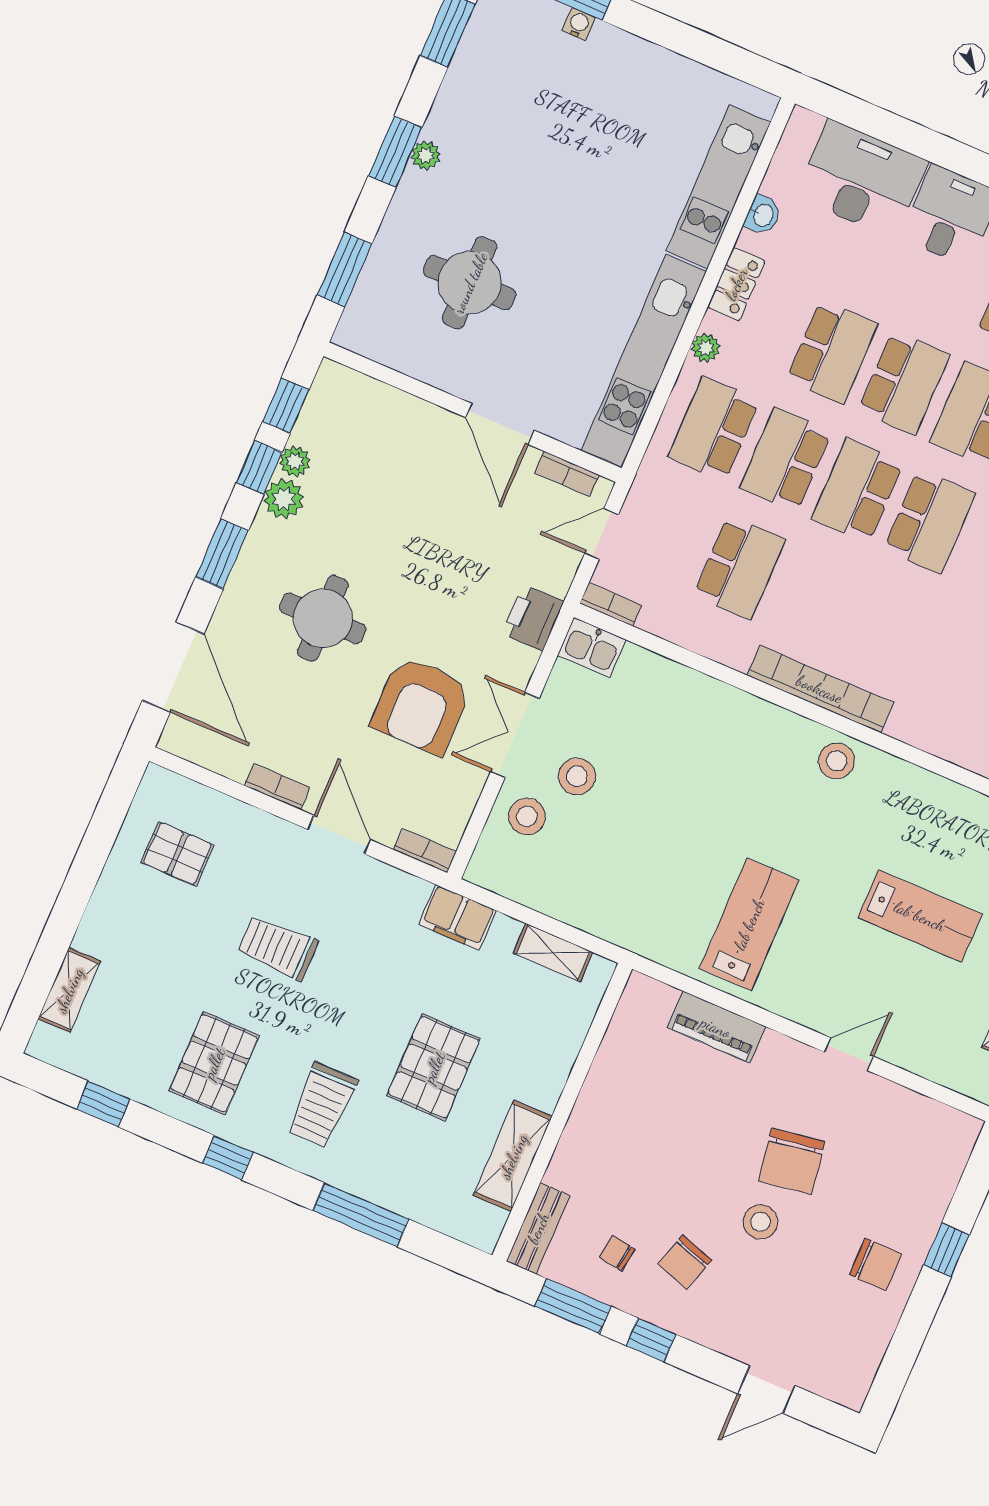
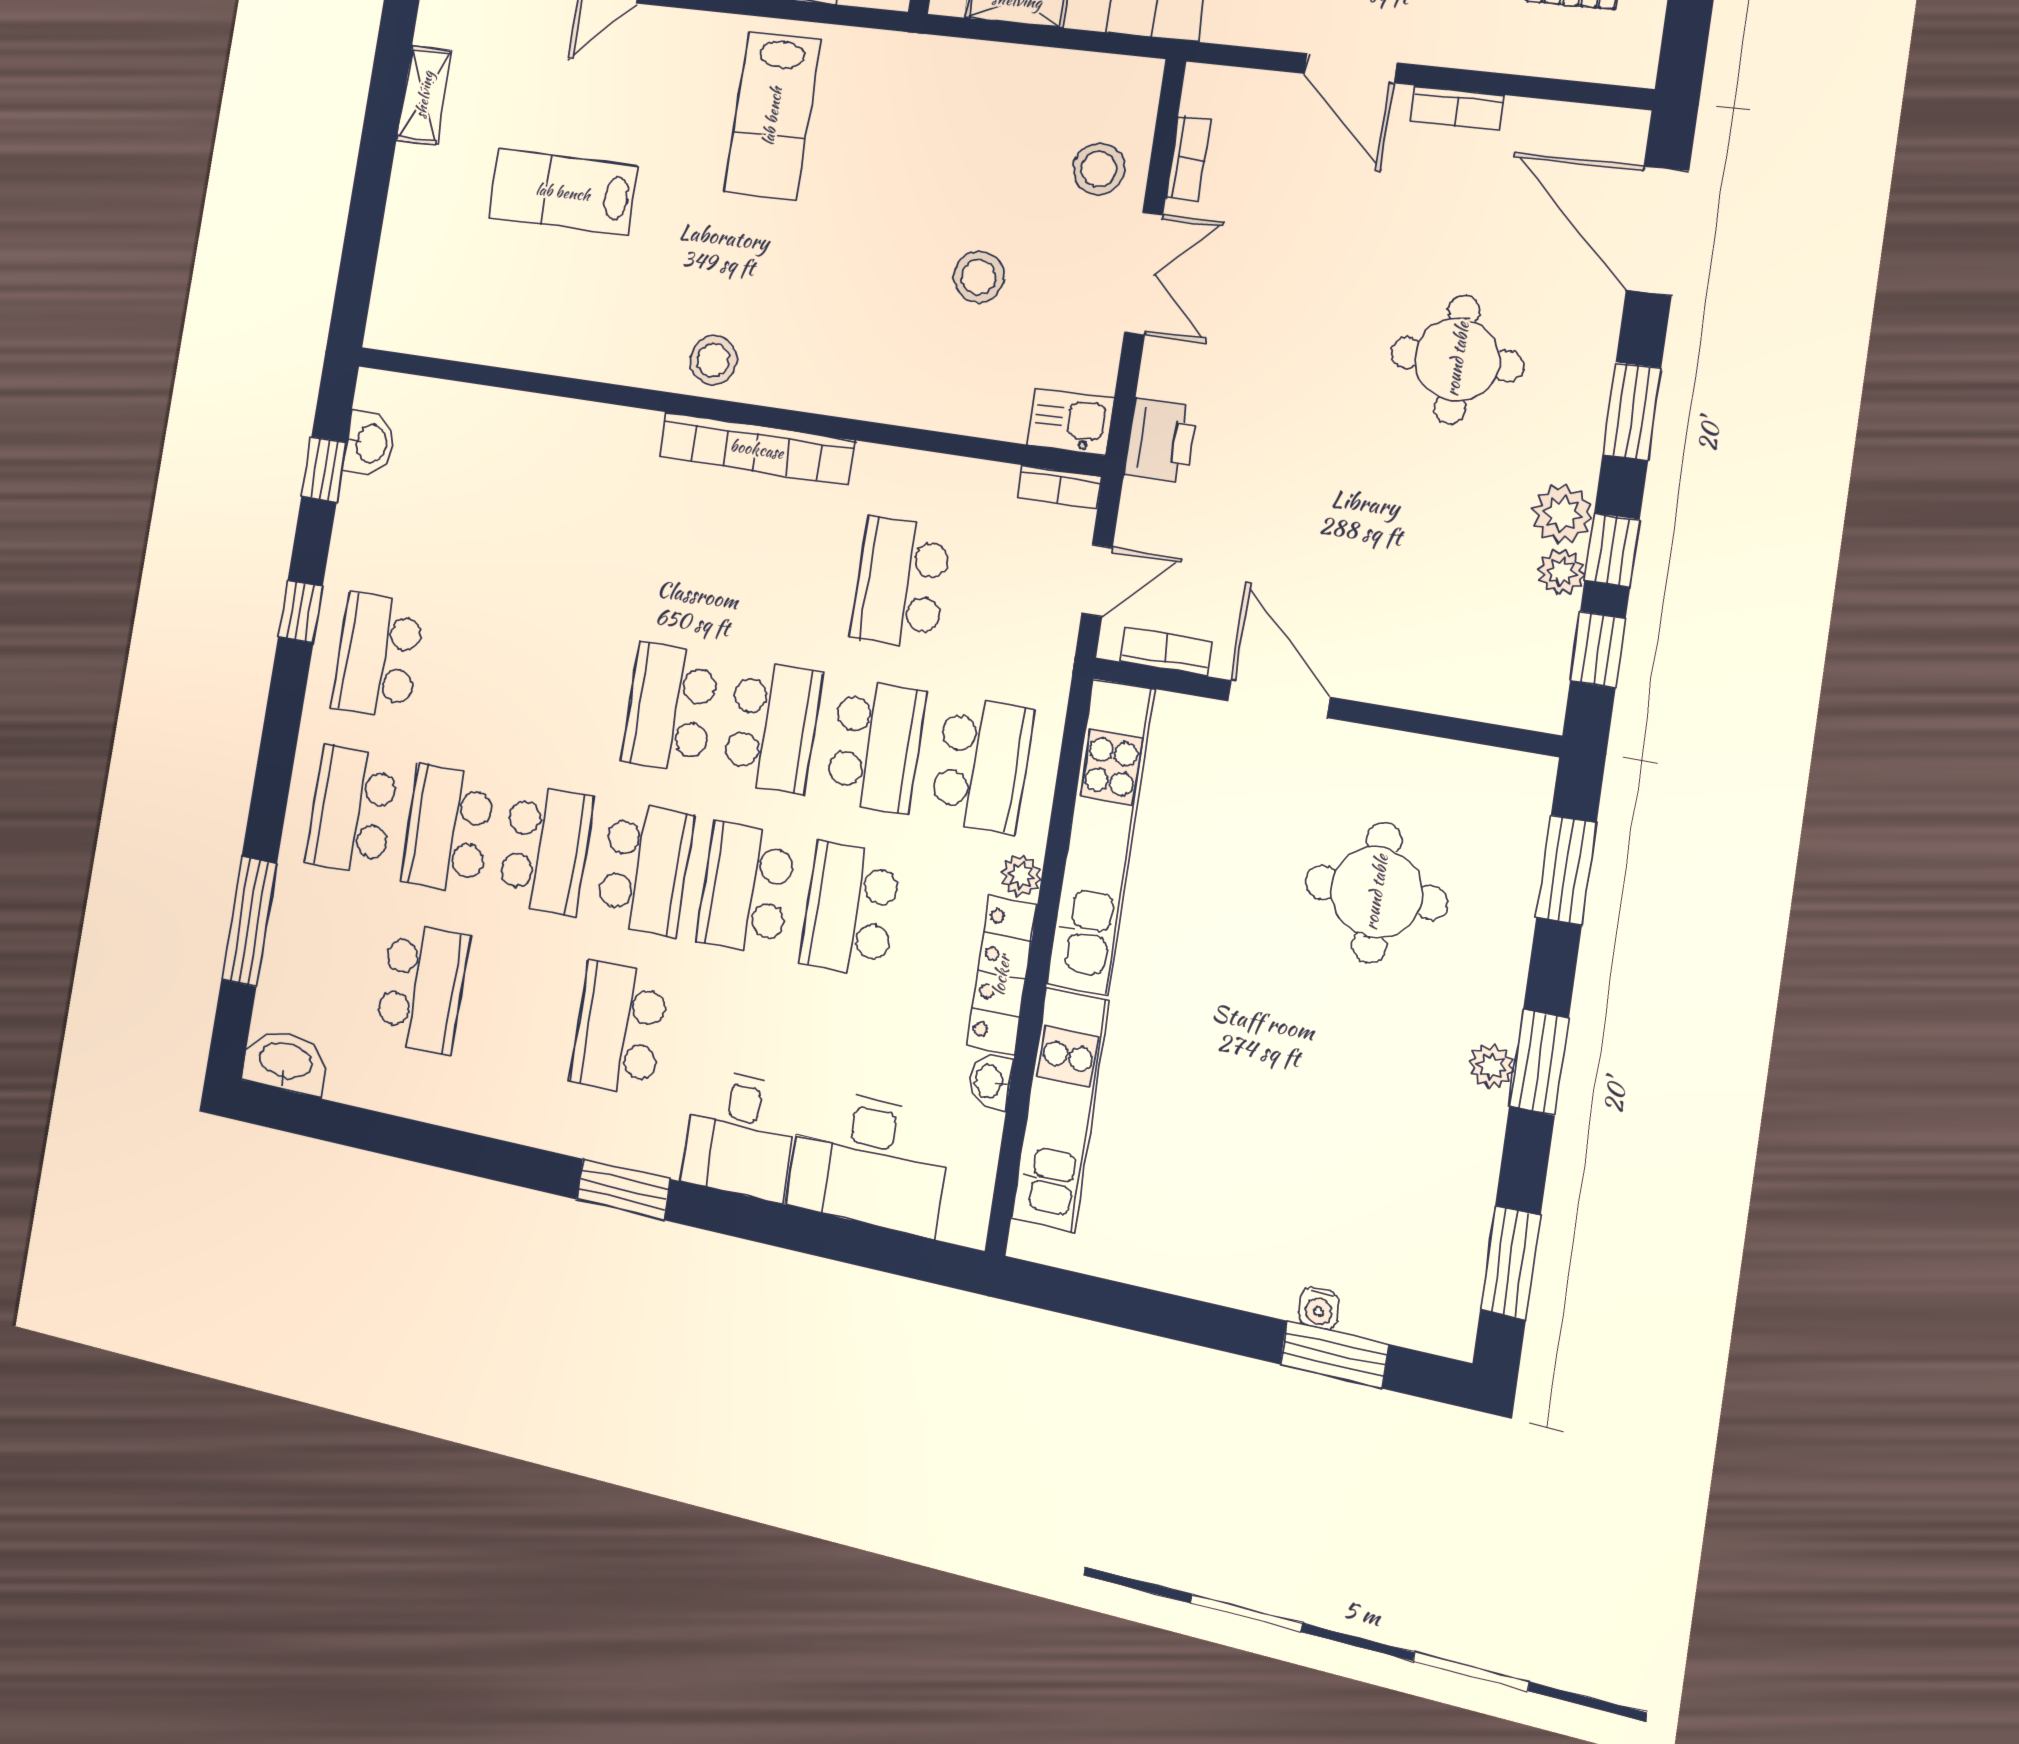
locker: (736, 284) -> (1001, 975), width x1.53
armchair: (421, 705) -> (1284, 278), removed
stool: (577, 776) -> (979, 277), moved
bookcase: (425, 851) -> (1188, 159), moved, turned -90

